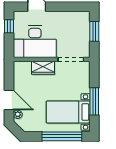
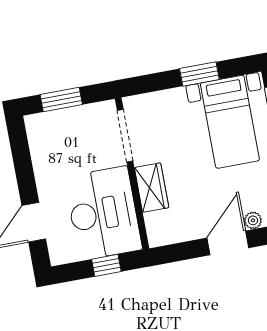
window: (9, 26) -> (106, 265), moved
window: (94, 101) -> (199, 74), width x0.69

